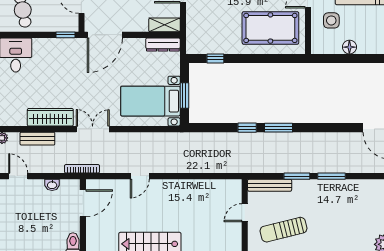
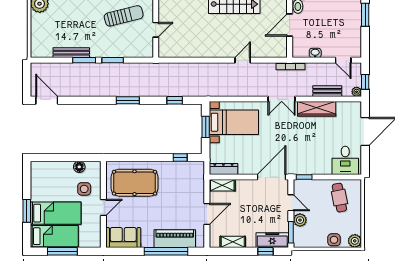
floor lamp: (349, 47) -> (79, 167), moved
window: (247, 128) -> (175, 100), moved
bench: (270, 185) -> (71, 53), moved
door: (83, 203) -> (290, 25), moved

